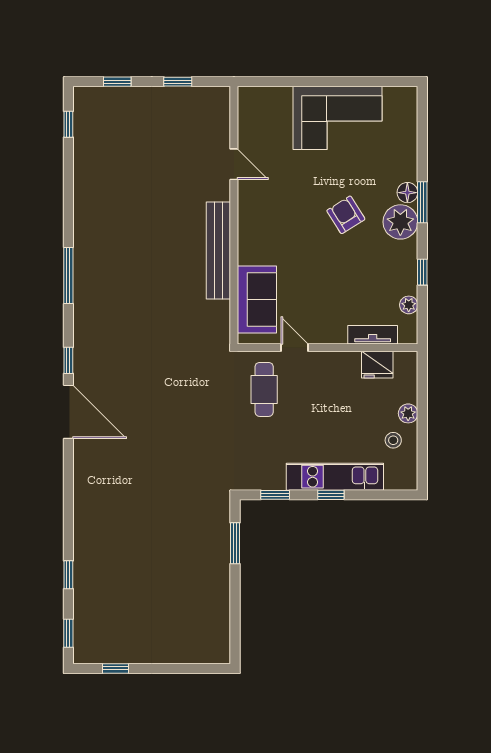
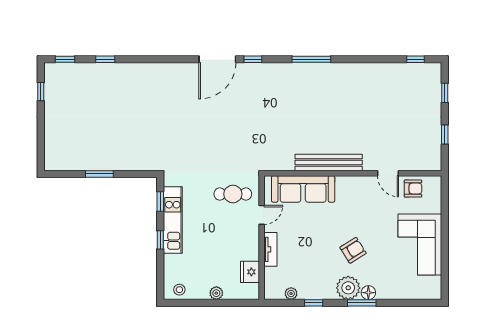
armchair: (256, 128) -> (413, 189), added
door: (234, 164) -> (388, 173), hinge flipped
sofa: (257, 300) -> (303, 189), width x1.36
tv unit: (373, 335) -> (270, 249), moved
stool: (393, 440) -> (179, 290), moved
kitchen unit: (335, 477) -> (173, 220), moved
window: (235, 543) -> (99, 174), moved

